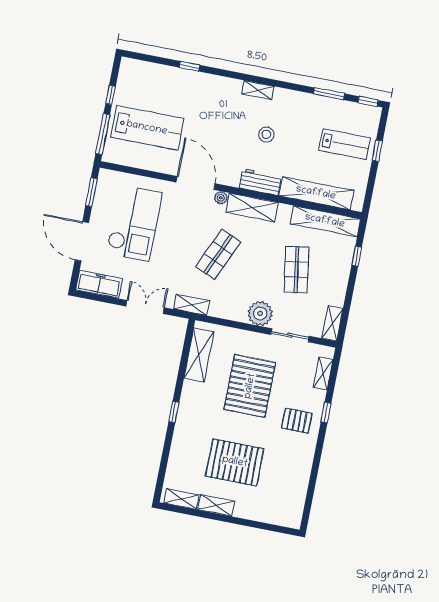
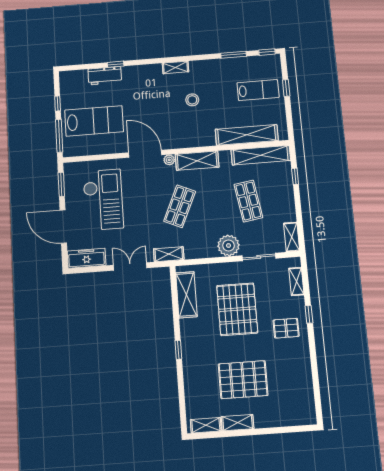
workbench: (260, 182) -> (105, 76), moved, turned 180

